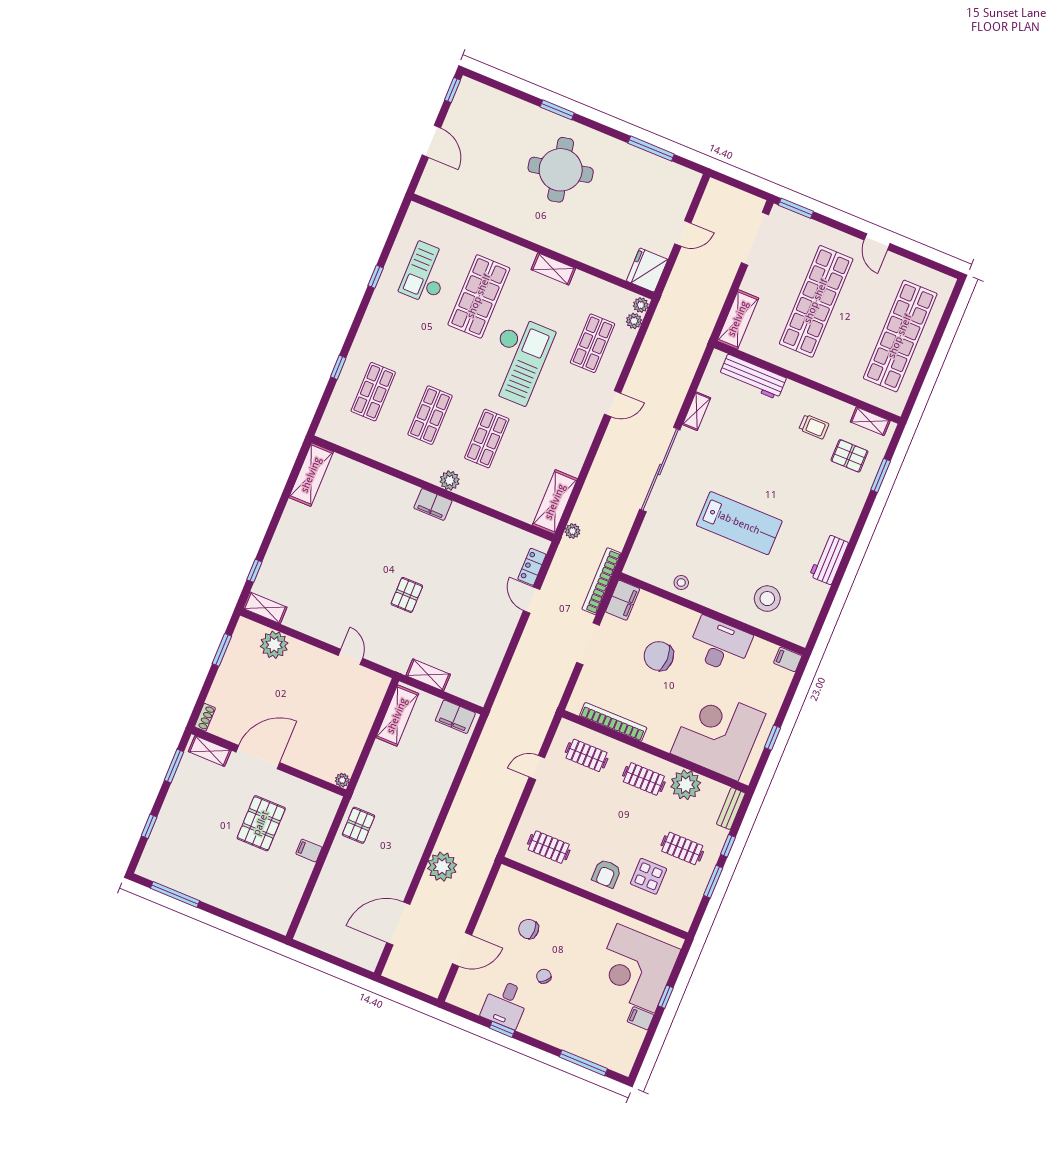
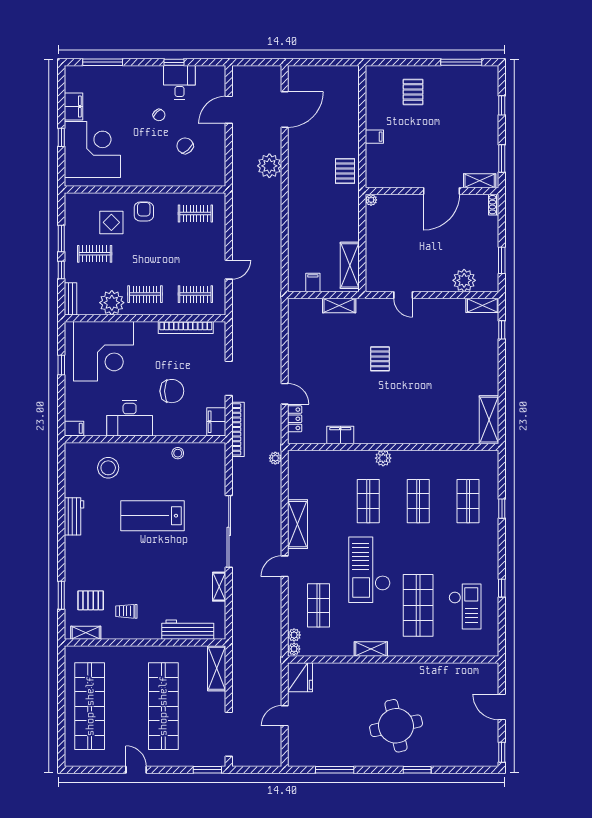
shelving: (555, 502) -> (298, 524), moved
filing cabinet: (433, 504) -> (340, 435), moved
filing cabinet: (455, 717) -> (313, 282), width x0.50
pallet: (261, 823) -> (413, 92), moved, width x0.67, depth x0.71
chair: (529, 929) -> (185, 146), turned -132
filing cabinet: (641, 1018) -> (73, 107), width x2.00

